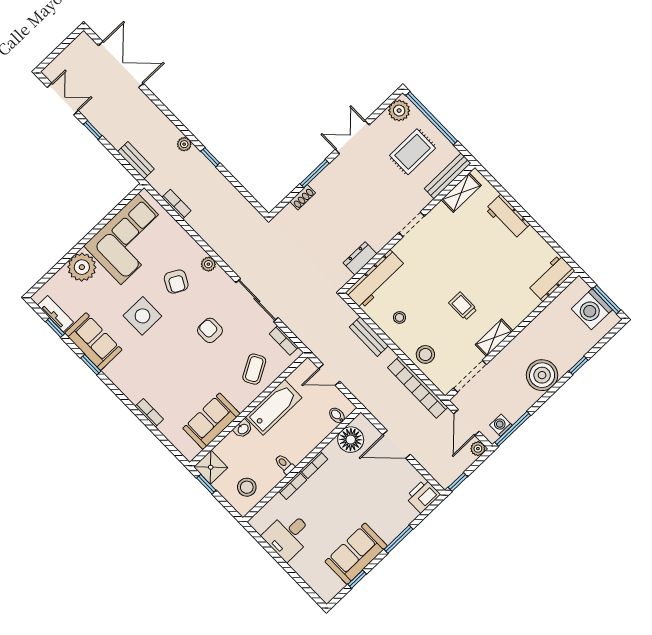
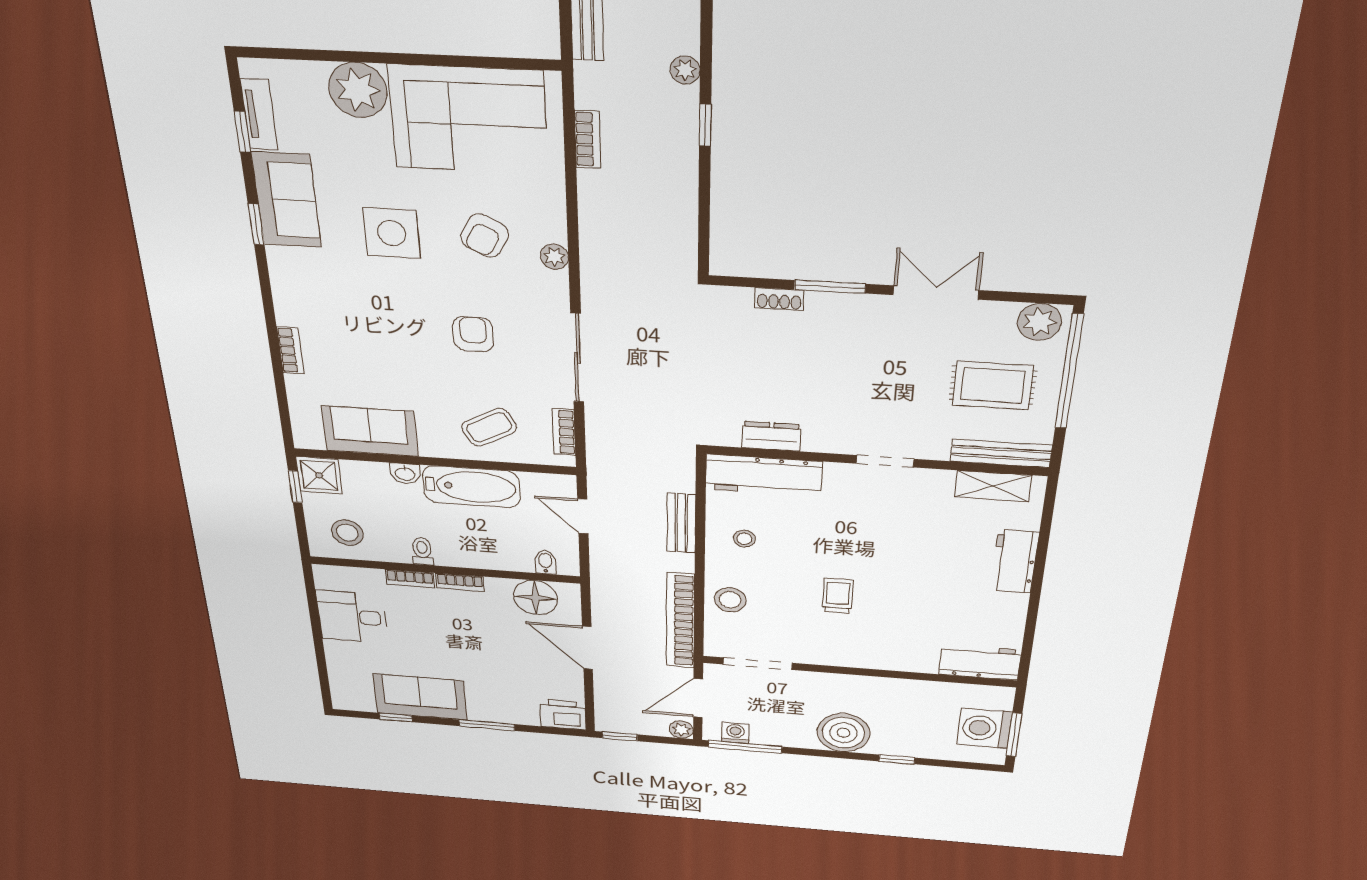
shelving: (494, 338) -> (834, 655), removed

